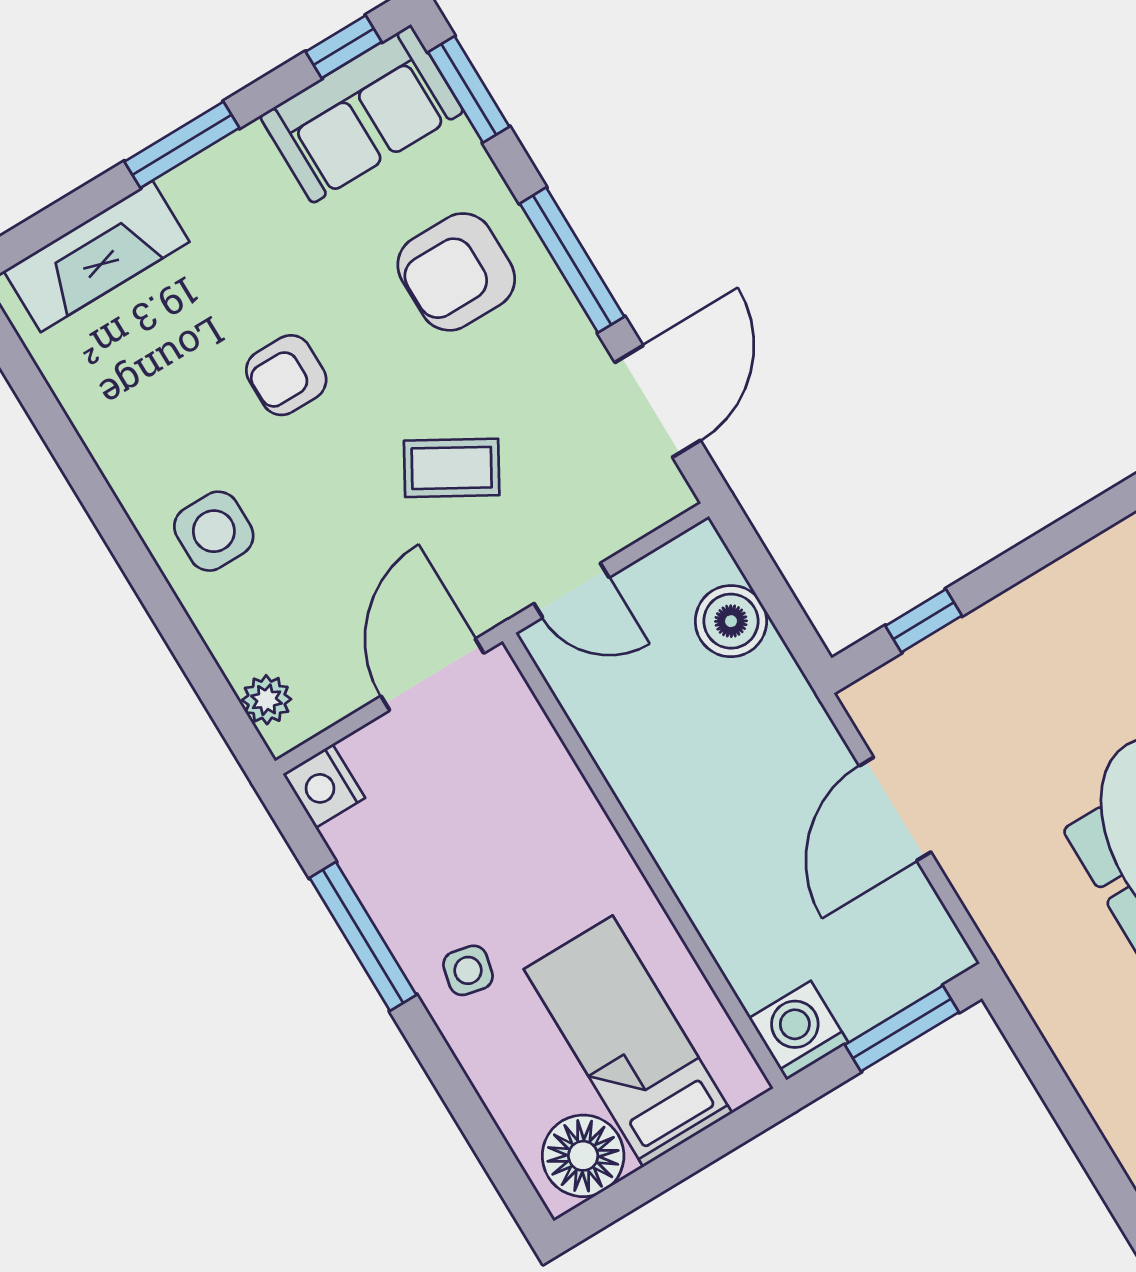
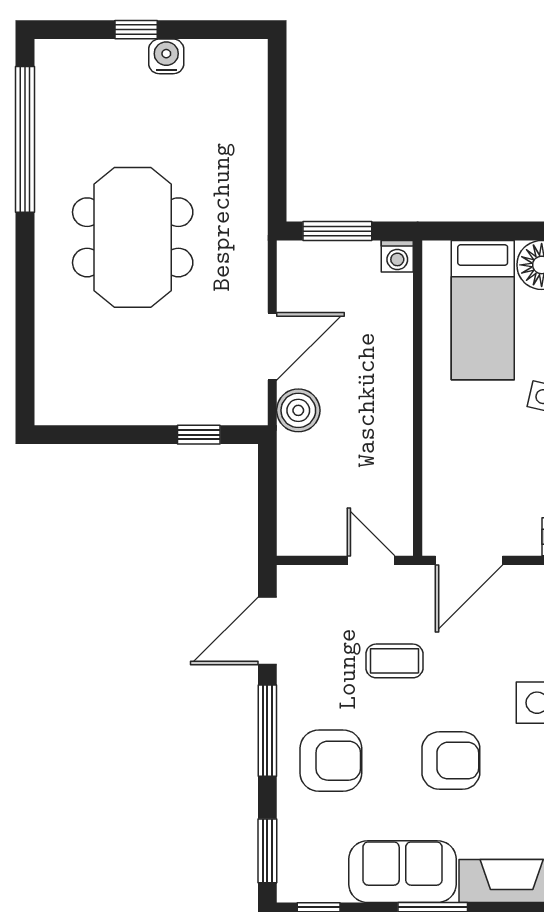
sofa: (362, 114) -> (402, 872), moved
armchair: (286, 375) -> (451, 761), width x1.38, depth x1.38
coffee table: (452, 468) -> (394, 661), turned -30
boiler: (731, 621) -> (298, 410), moved
washing machine: (799, 1030) -> (397, 256), width x0.73, depth x0.73

